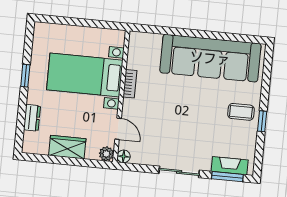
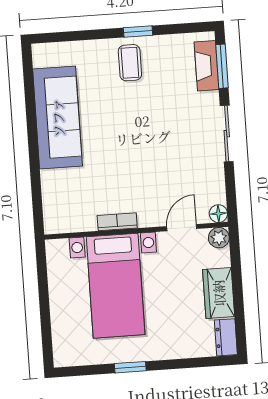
sofa: (210, 58) -> (58, 118), width x0.74, depth x0.79
dresser: (32, 118) -> (226, 337), moved, turned -90

